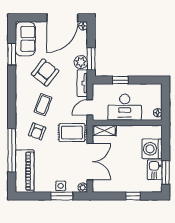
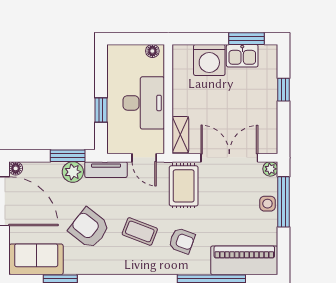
window: (62, 196) -> (284, 202), width x1.44

